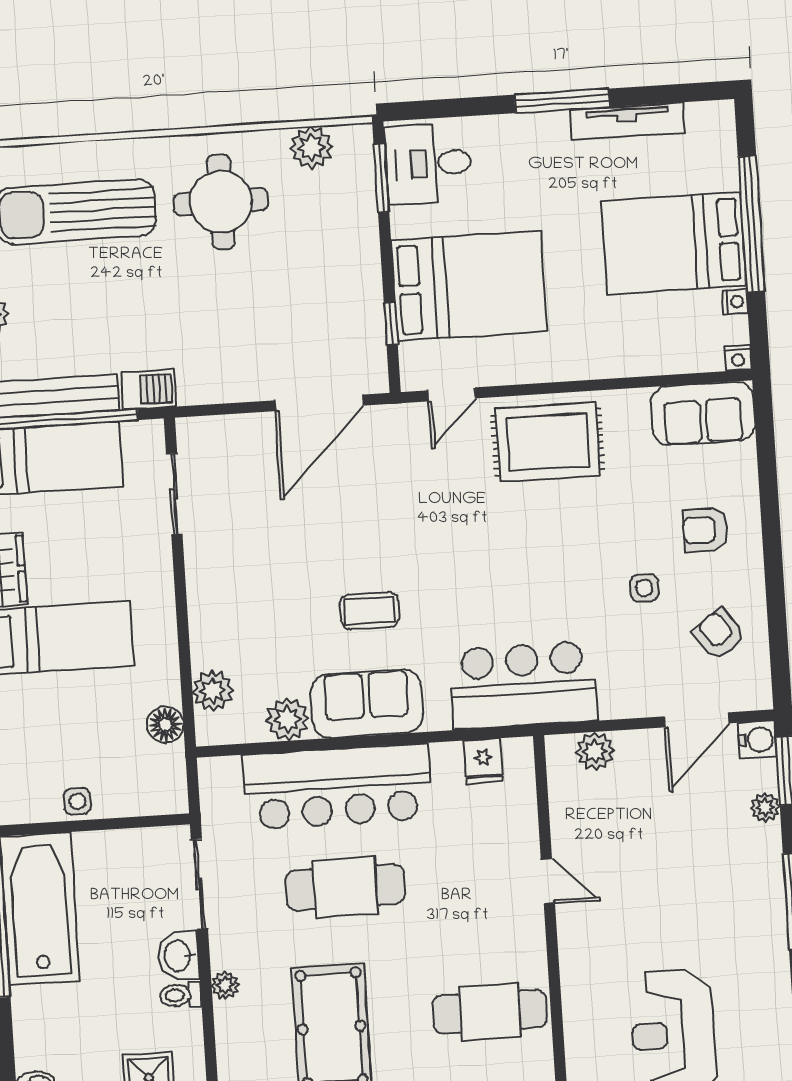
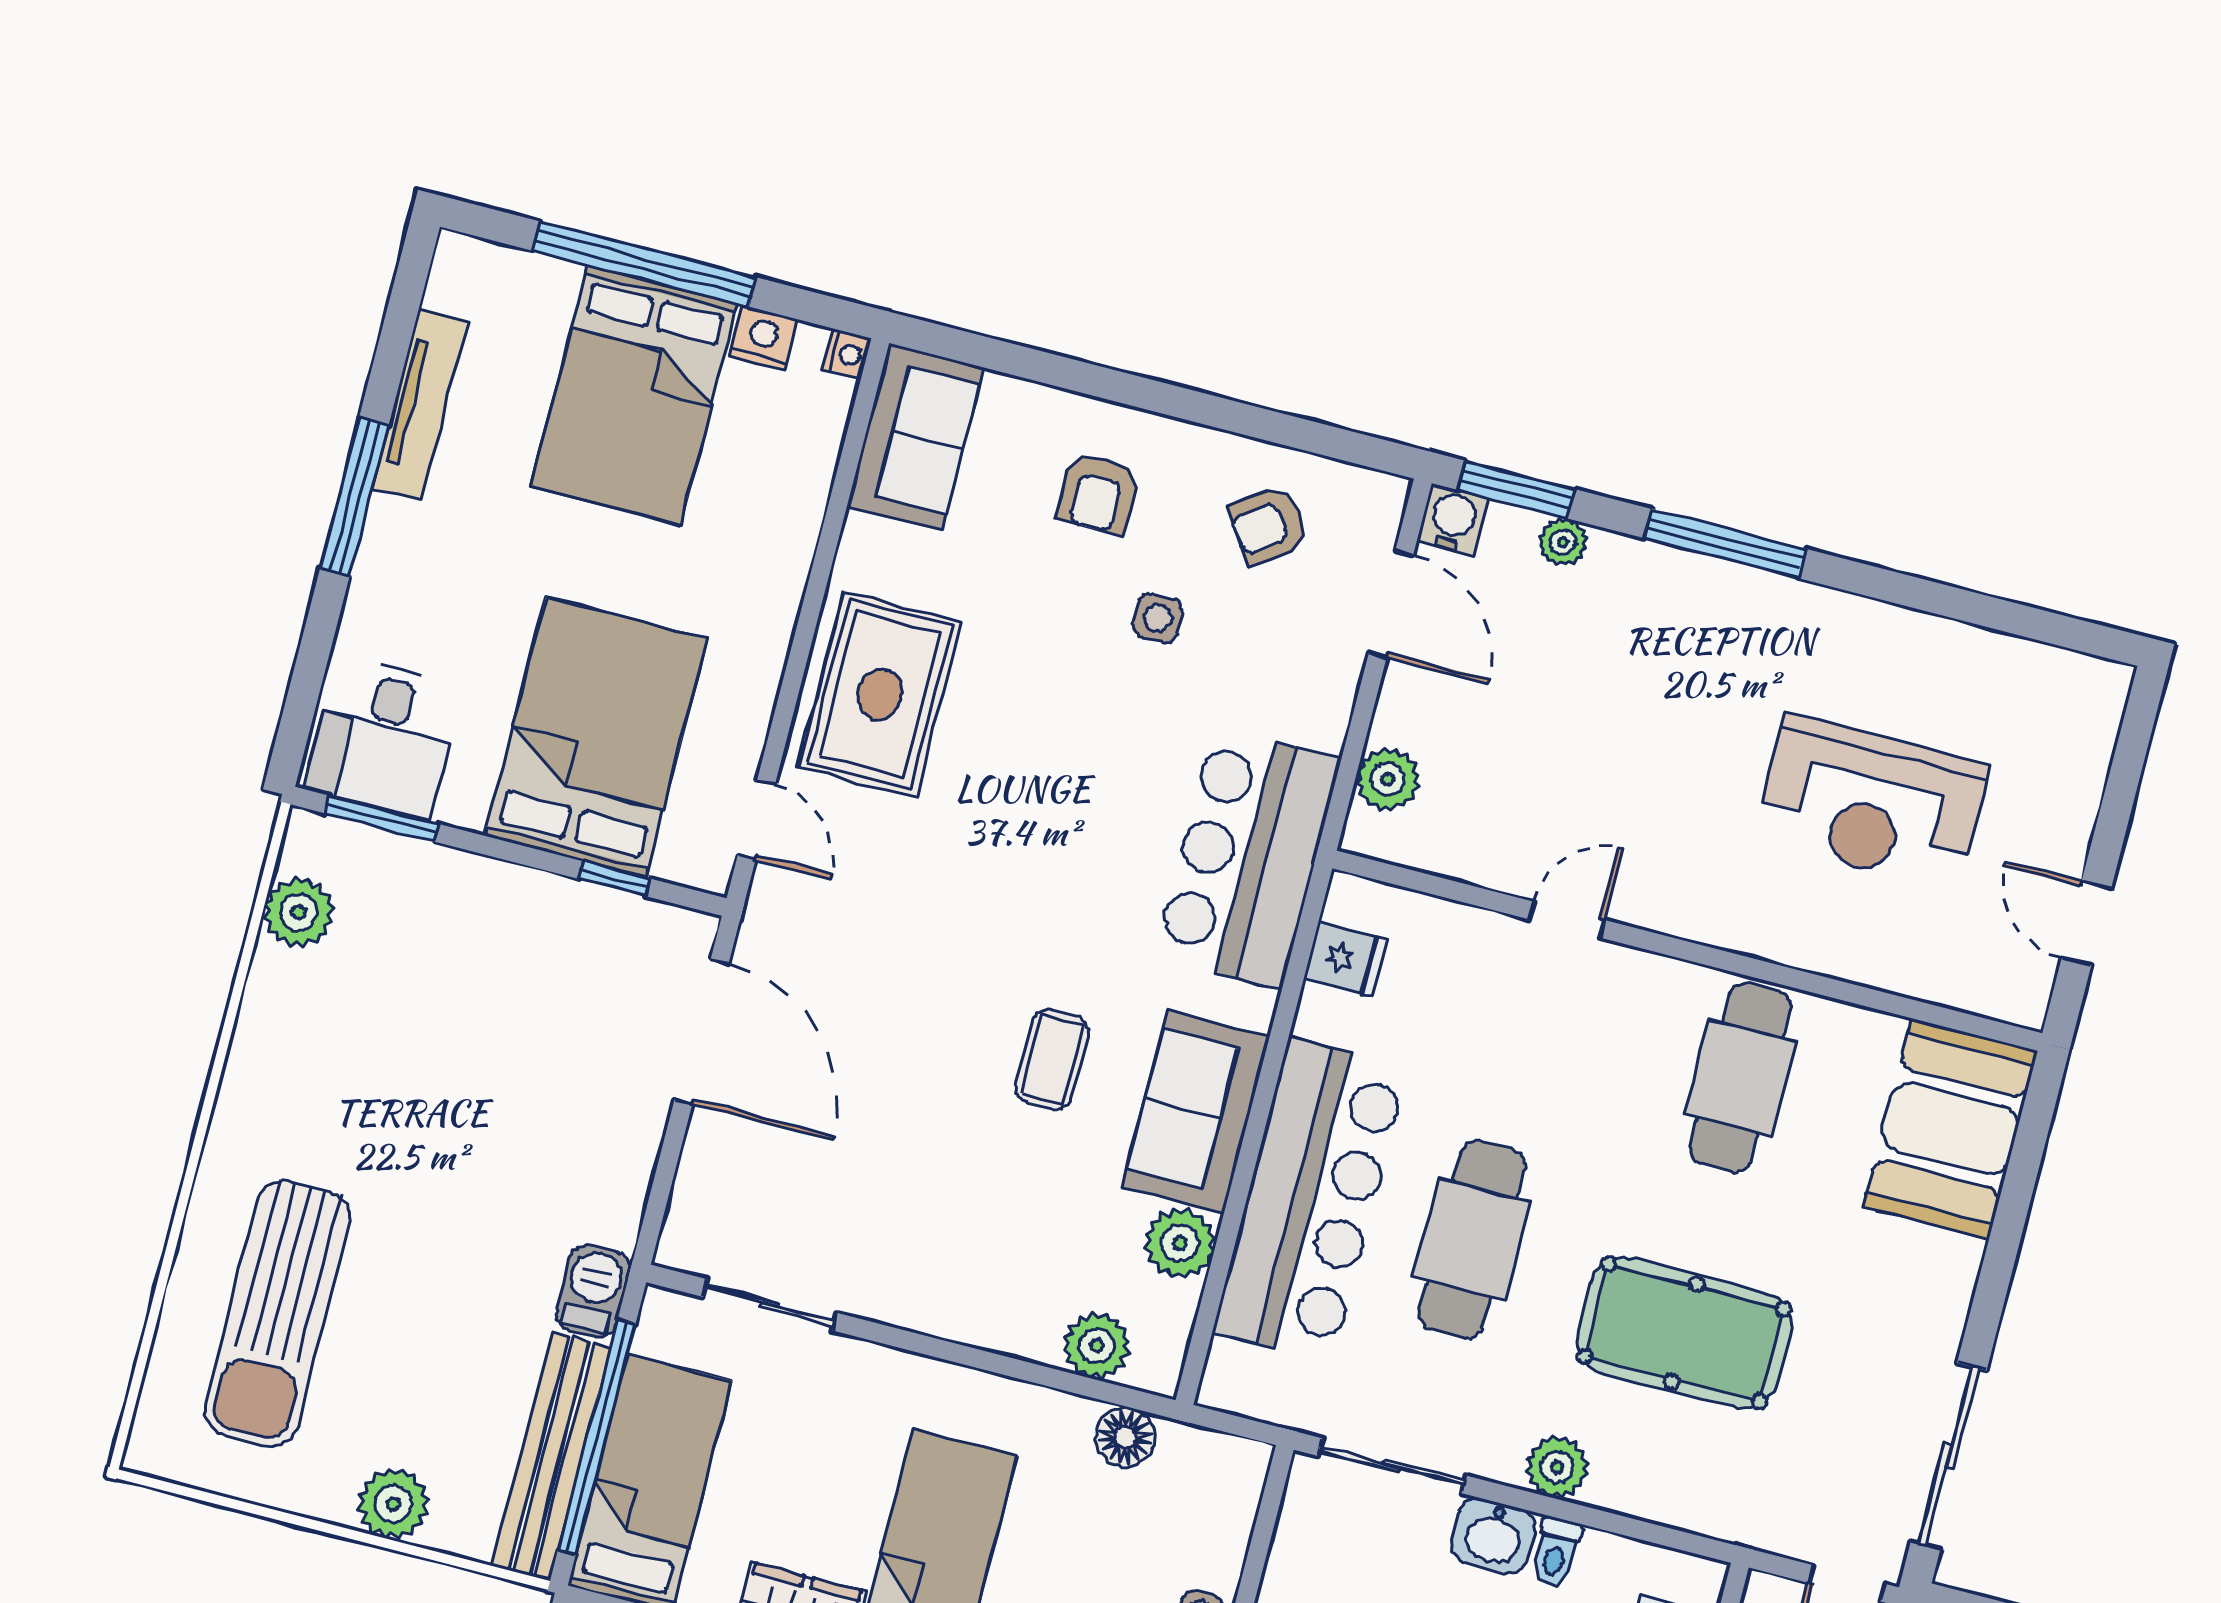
round table: (221, 202) -> (337, 1082), removed
nightstand: (735, 302) -> (763, 338), width x1.39, depth x1.35
plant: (225, 985) -> (1557, 1467), width x1.38, depth x1.38

